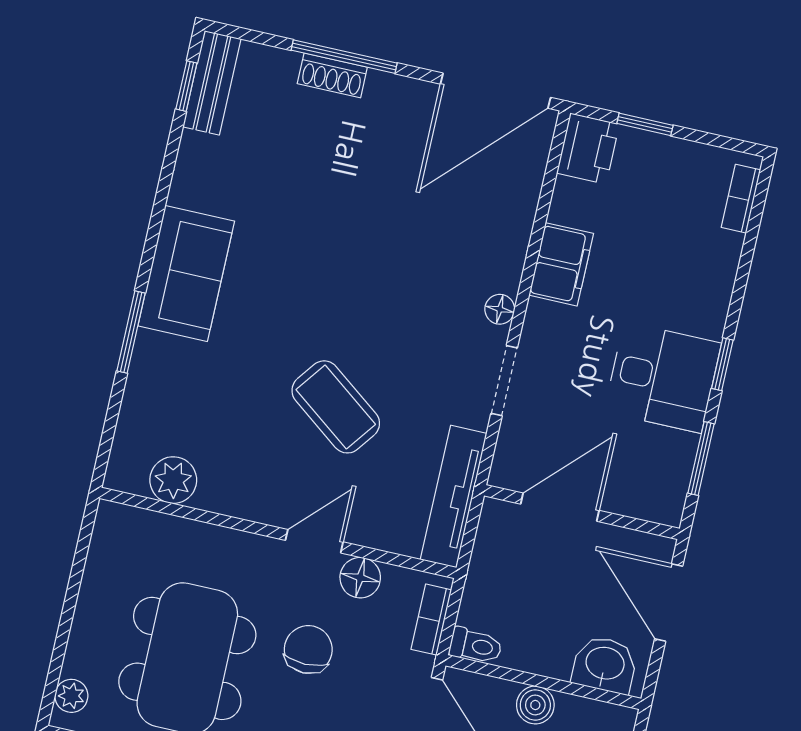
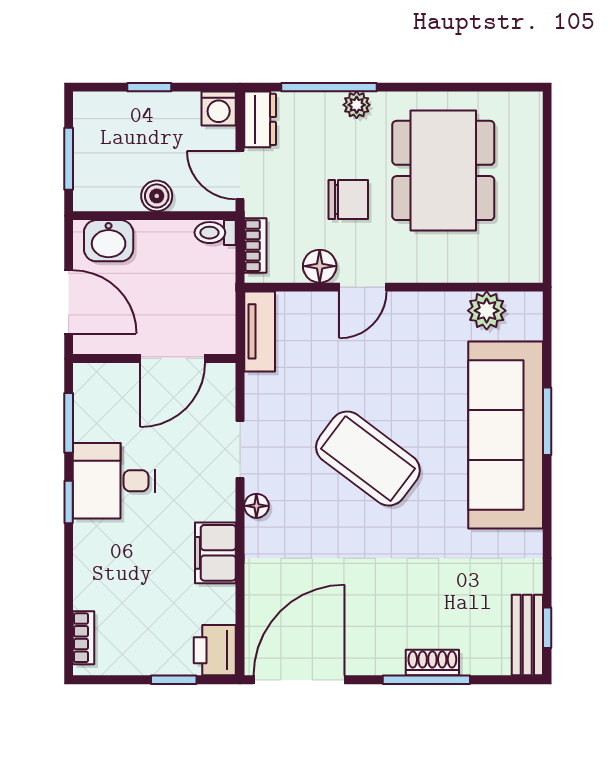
sofa: (186, 273) -> (506, 435), width x1.85, depth x1.27
coffee table: (336, 407) -> (368, 459), moved, width x1.36, depth x1.32
tv unit: (454, 497) -> (260, 331), width x0.71
chair: (308, 649) -> (348, 199), turned -90
plant: (71, 696) -> (529, 120), removed

